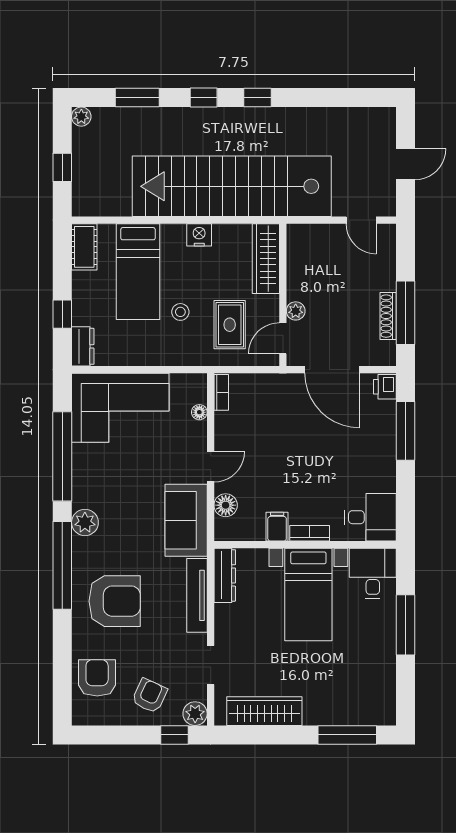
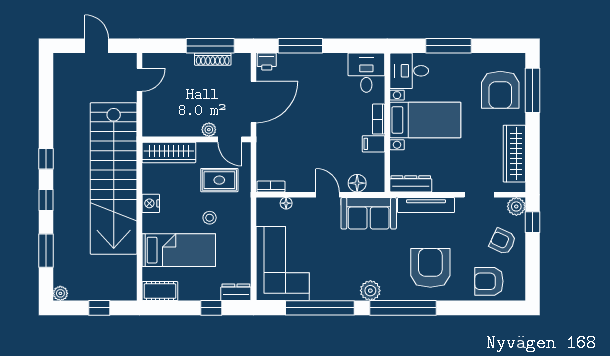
armchair: (348, 693) -> (500, 90), added

